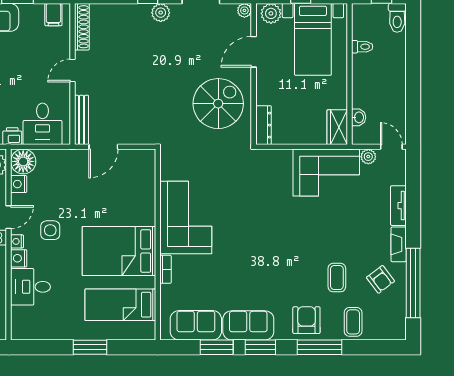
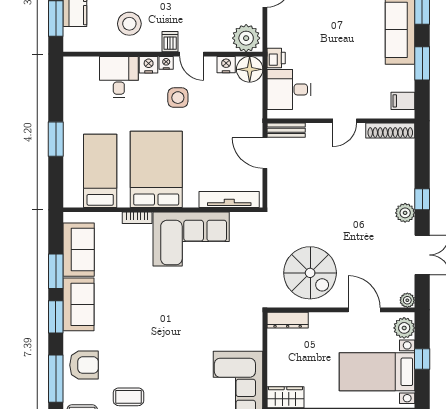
door: (72, 71) -> (345, 121), swing flipped
bench: (82, 120) -> (286, 130), width x0.73
tv unit: (148, 181) -> (229, 199), added

